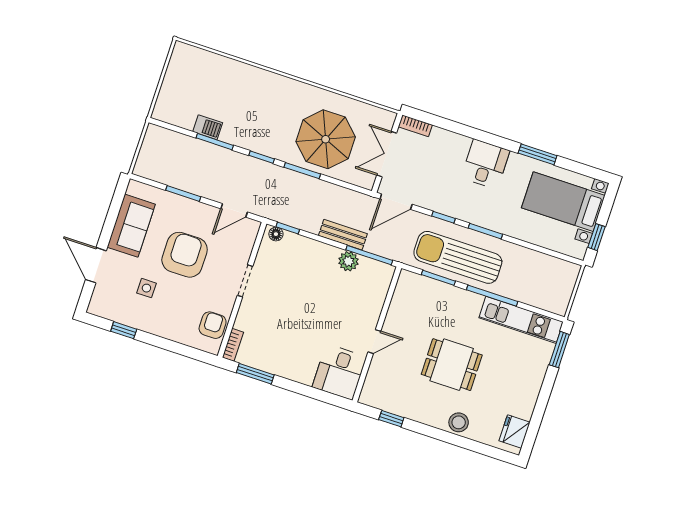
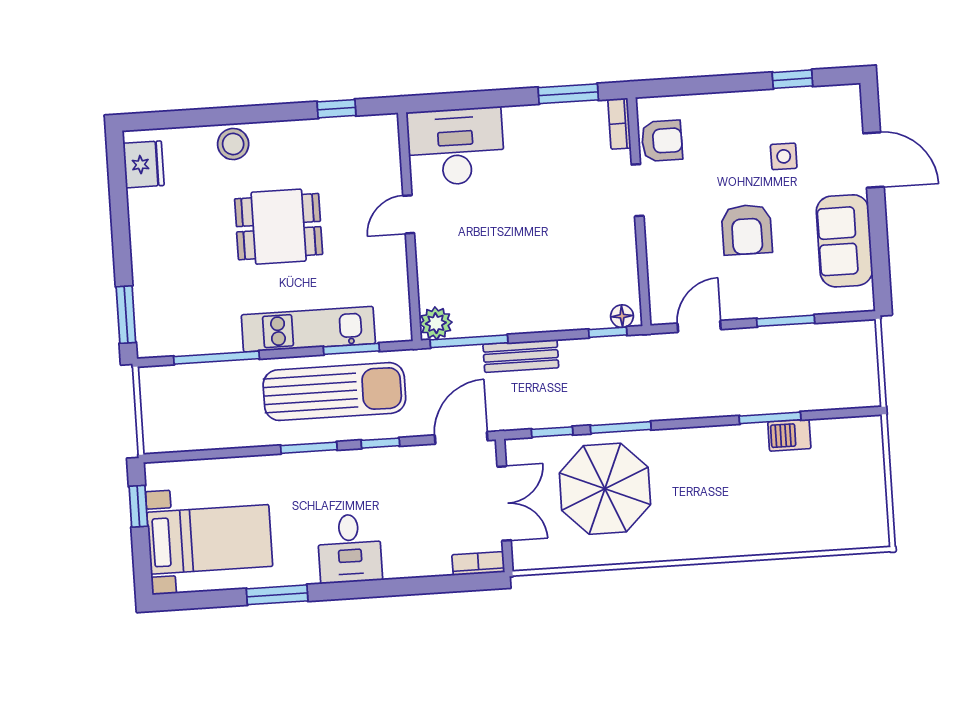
window: (262, 157) -> (552, 432), moved
armchair: (185, 255) -> (747, 230), width x0.73, depth x0.73
plant: (348, 261) -> (436, 323), moved
doorway: (245, 281) -> (638, 190), moved
window: (492, 296) -> (216, 358), moved
kitchen unit: (521, 320) -> (308, 329), moved
armchair: (213, 325) -> (662, 141), turned -90
desk: (339, 372) -> (456, 146), width x1.37

